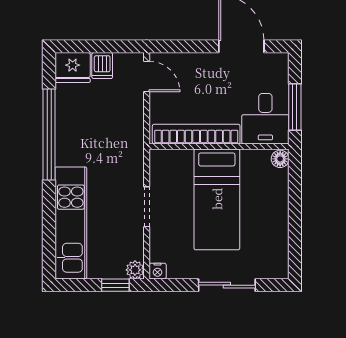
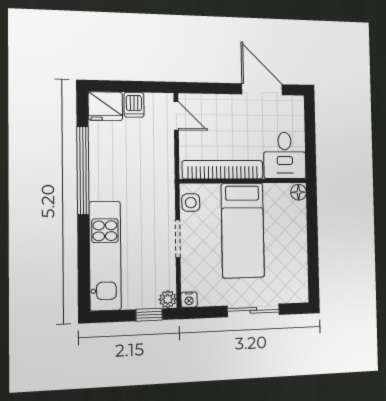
window: (295, 107) -> (310, 145), removed
side table: (161, 169) -> (191, 203), added

